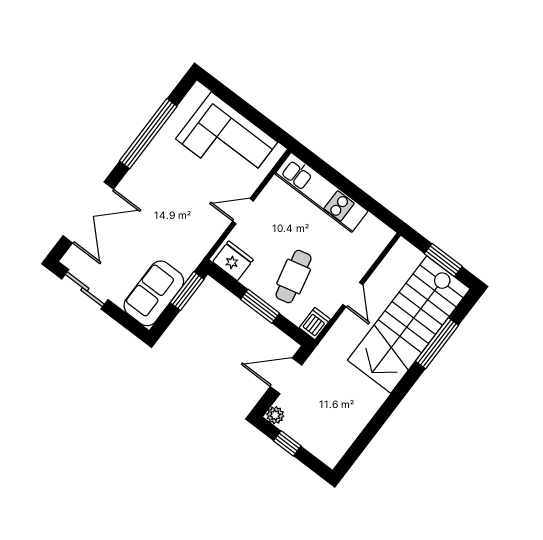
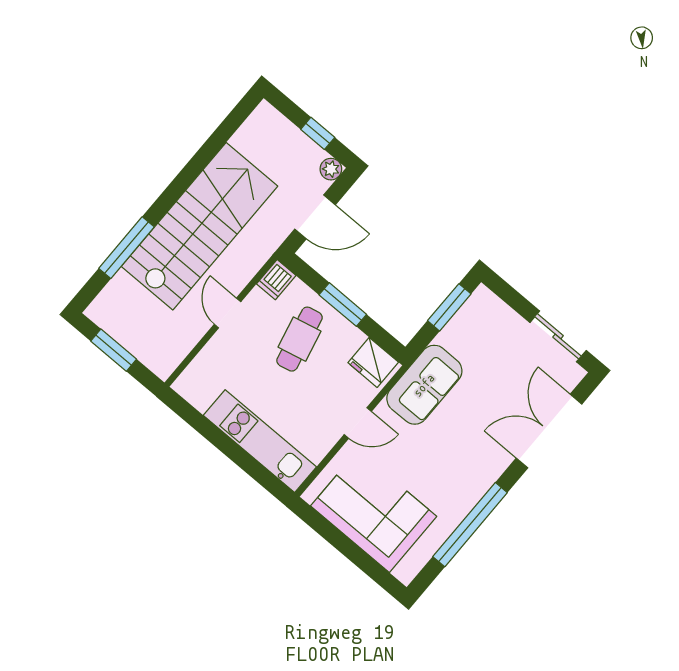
window: (187, 291) -> (449, 307), moved
sofa: (154, 293) -> (424, 385), moved
stairs: (409, 325) -> (199, 226), moved

